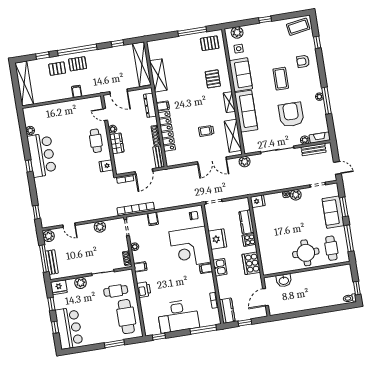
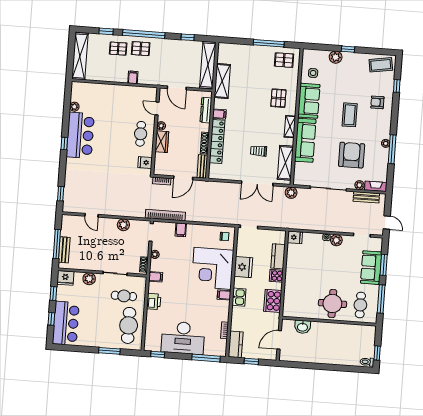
plant: (237, 33) -> (336, 57), moved
plant: (49, 236) -> (67, 222), removed

